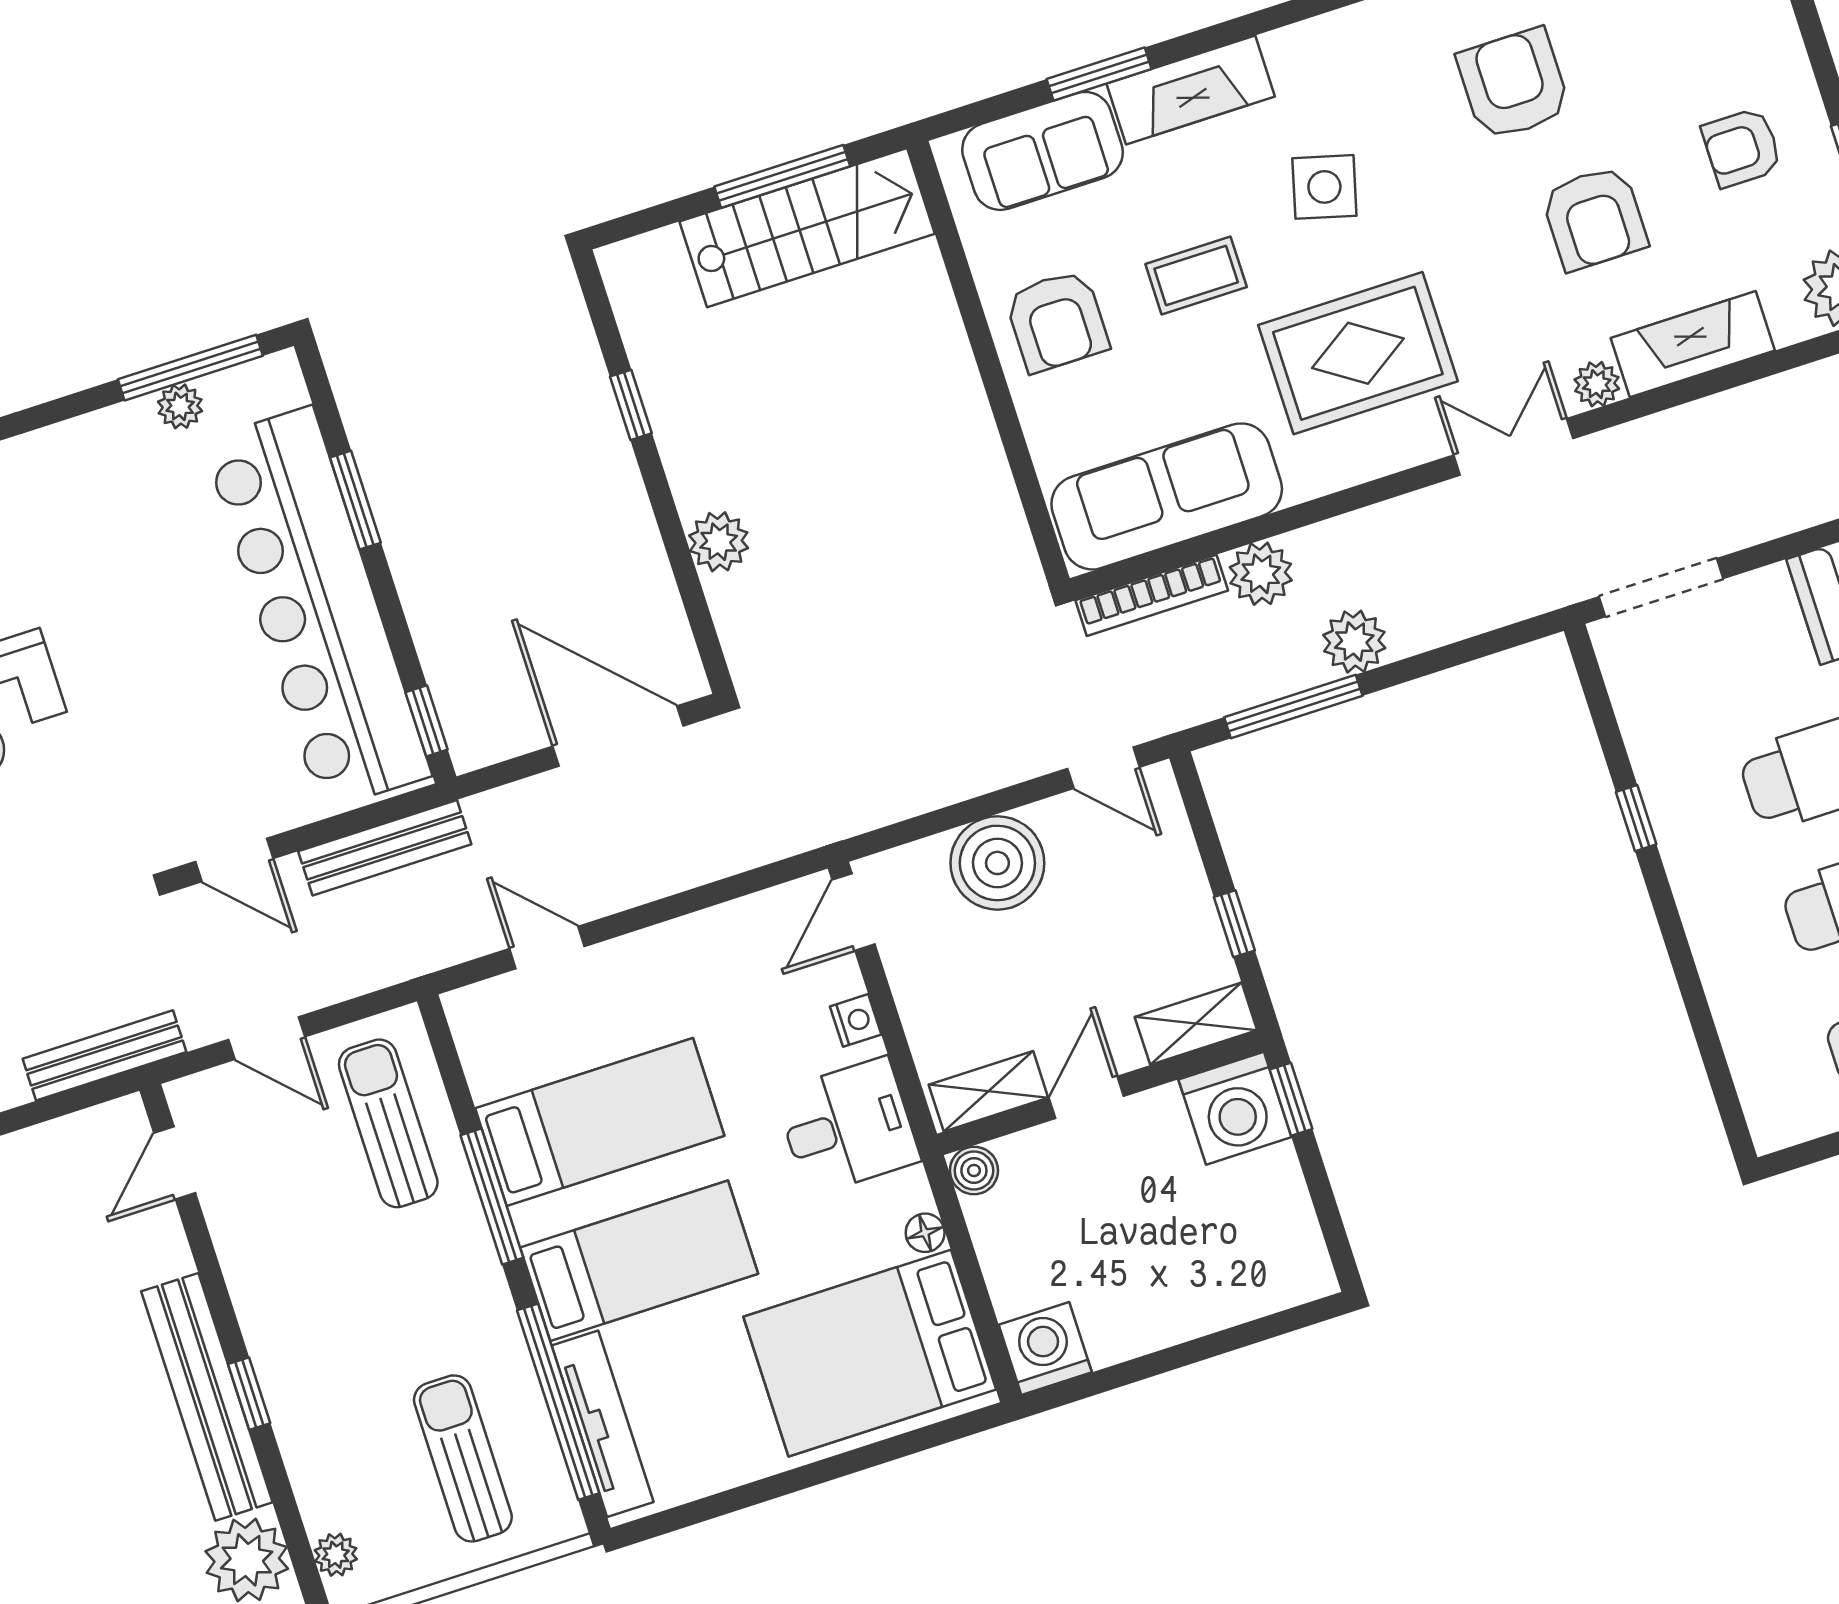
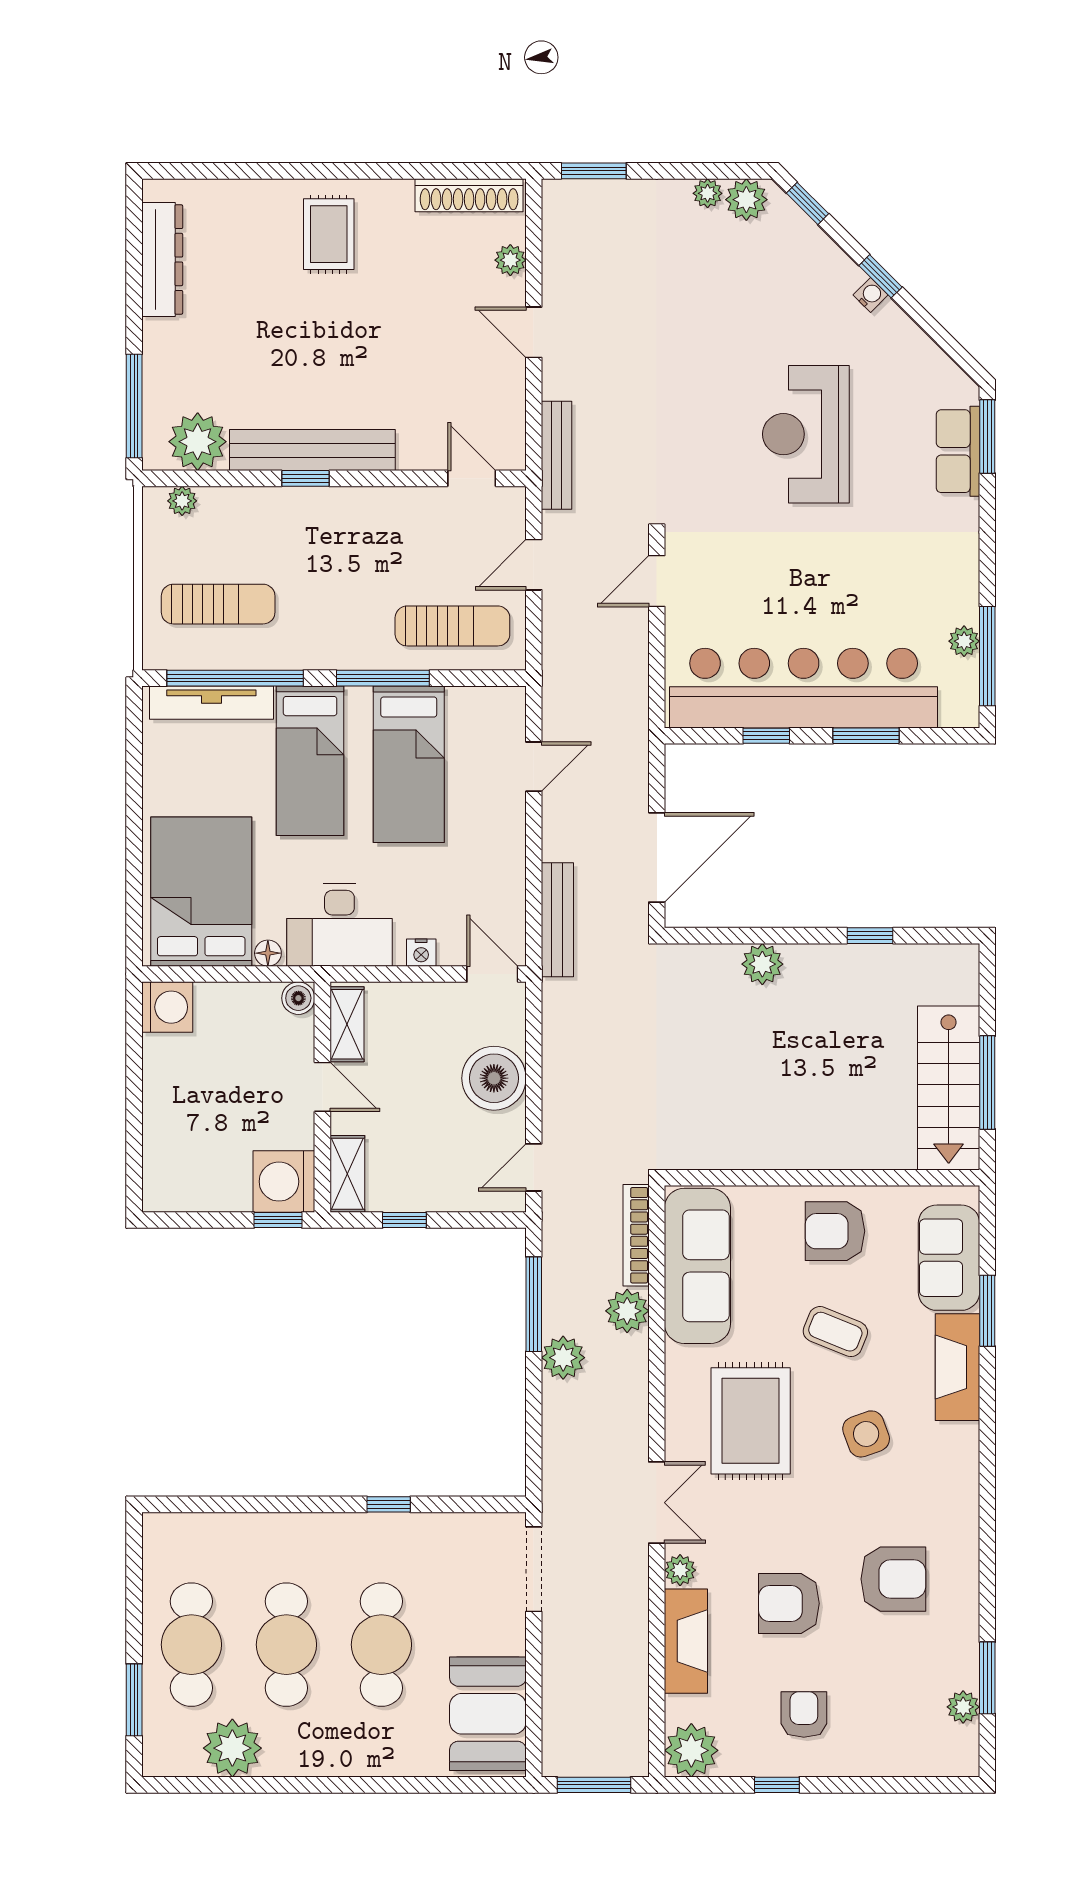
side table: (1324, 187) -> (866, 1434), turned -35
coffee table: (1196, 275) -> (835, 1332), turned -68
window: (427, 721) -> (766, 736), moved
bench: (385, 848) -> (557, 920), moved
desk: (848, 1126) -> (339, 925), width x1.37

